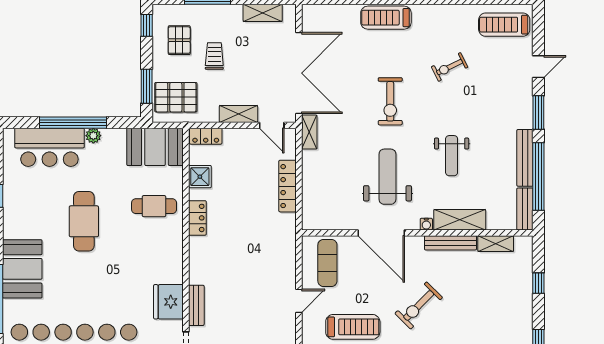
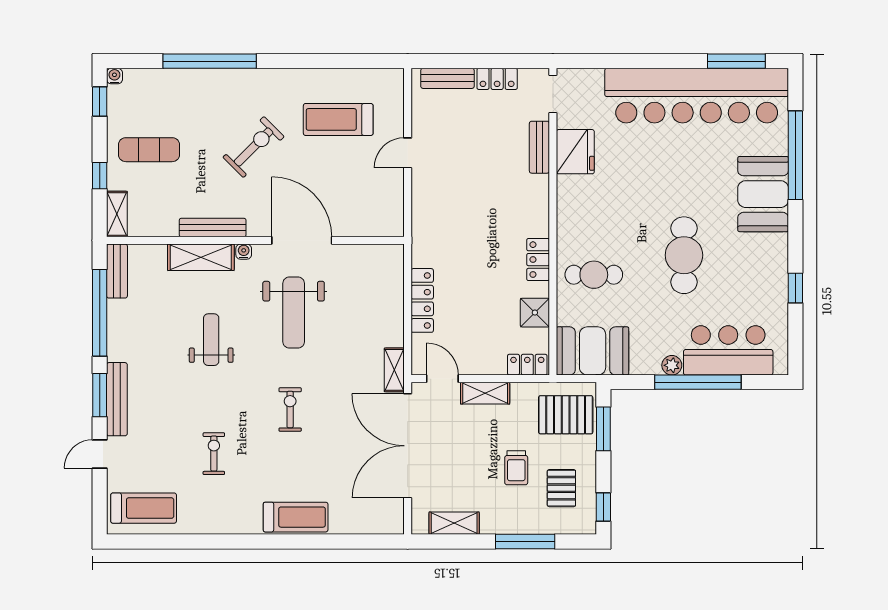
exercise bike: (450, 67) -> (214, 454), turned -64
exercise bike: (390, 101) -> (290, 409), width x0.73, depth x0.72
bench: (525, 158) -> (117, 399), moved
shelving: (496, 244) -> (117, 214), moved, turned 90
exercise mat: (327, 263) -> (149, 150), moved, turned 90

